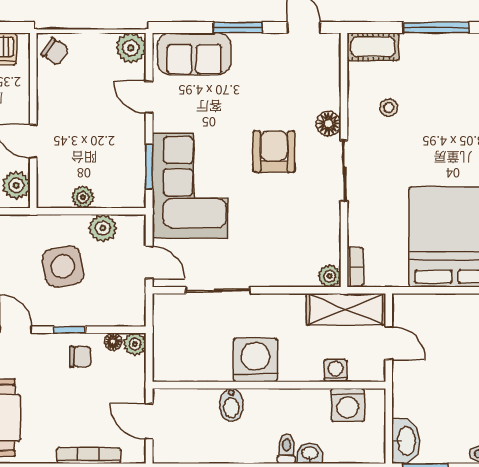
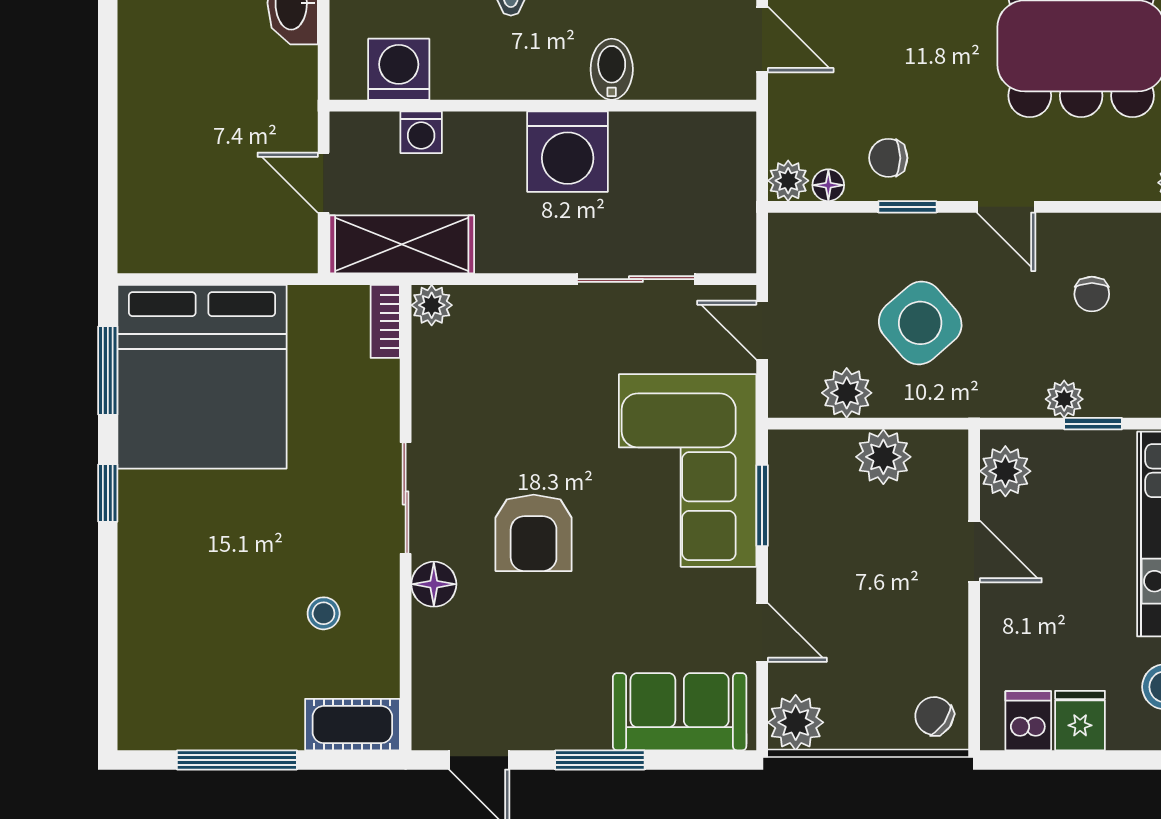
plant: (83, 197) -> (883, 457), width x1.38, depth x1.38
side table: (63, 266) -> (920, 323), turned -31

